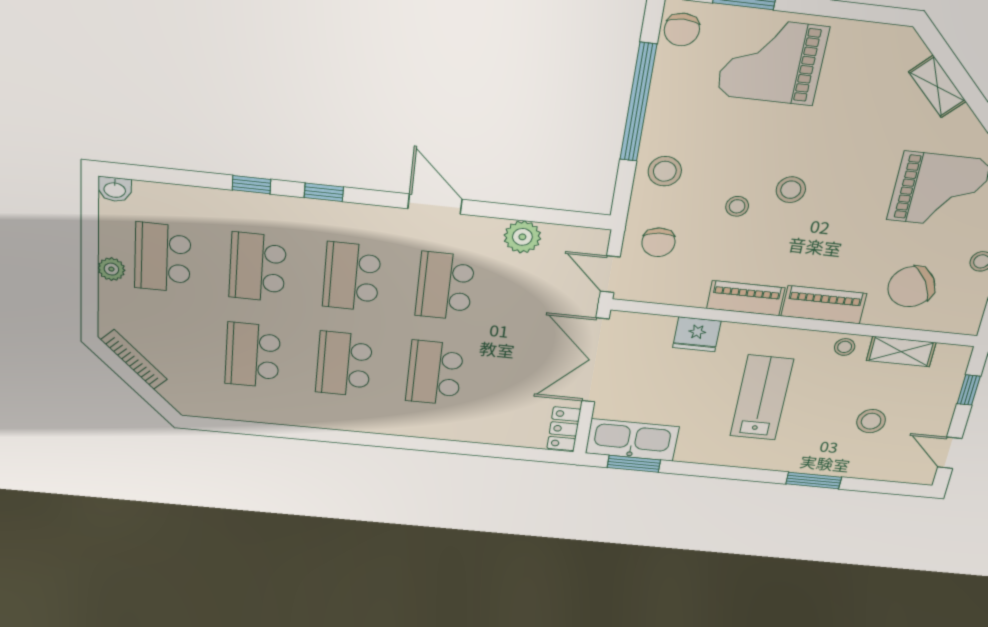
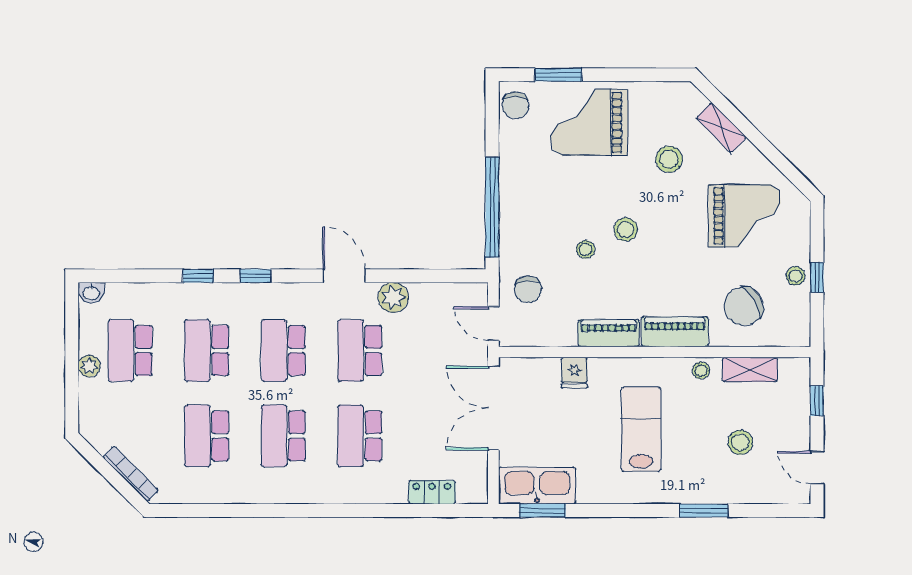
window: (638, 103) -> (492, 207), moved
stool: (665, 171) -> (669, 159), moved
plant: (522, 237) -> (393, 297), moved
fridge: (697, 334) -> (574, 373), width x0.72
bookcase: (134, 360) -> (131, 474), moved
locker: (564, 429) -> (432, 492), moved, turned 90

